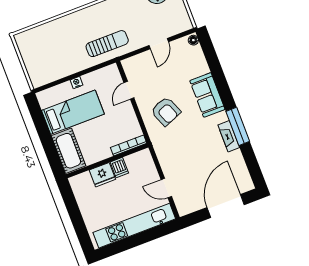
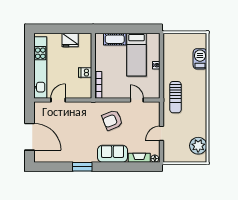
barbecue: (48, 31) -> (200, 59), added
door: (159, 44) -> (162, 133), hinge flipped
window: (238, 126) -> (82, 167), width x0.69
fireplace: (229, 136) -> (139, 158), moved
cot: (68, 151) -> (115, 39), width x0.73, depth x0.75
fridge: (102, 175) -> (70, 40), moved, turned -90

